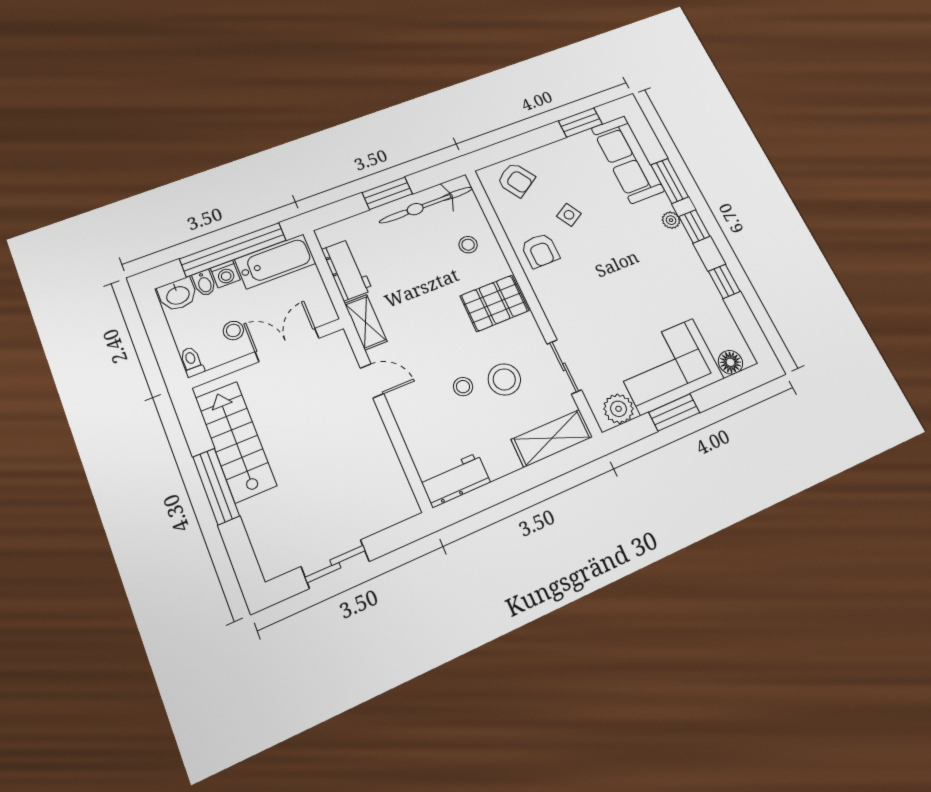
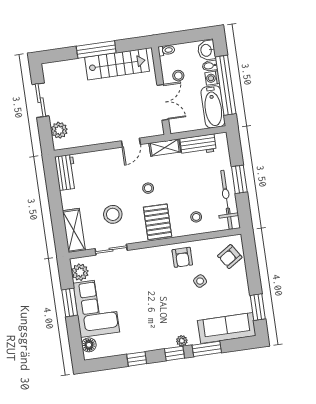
armchair: (540, 251) -> (182, 257), turned -90
stool: (463, 387) -> (148, 188), moved
plant: (382, 513) -> (59, 130), added

